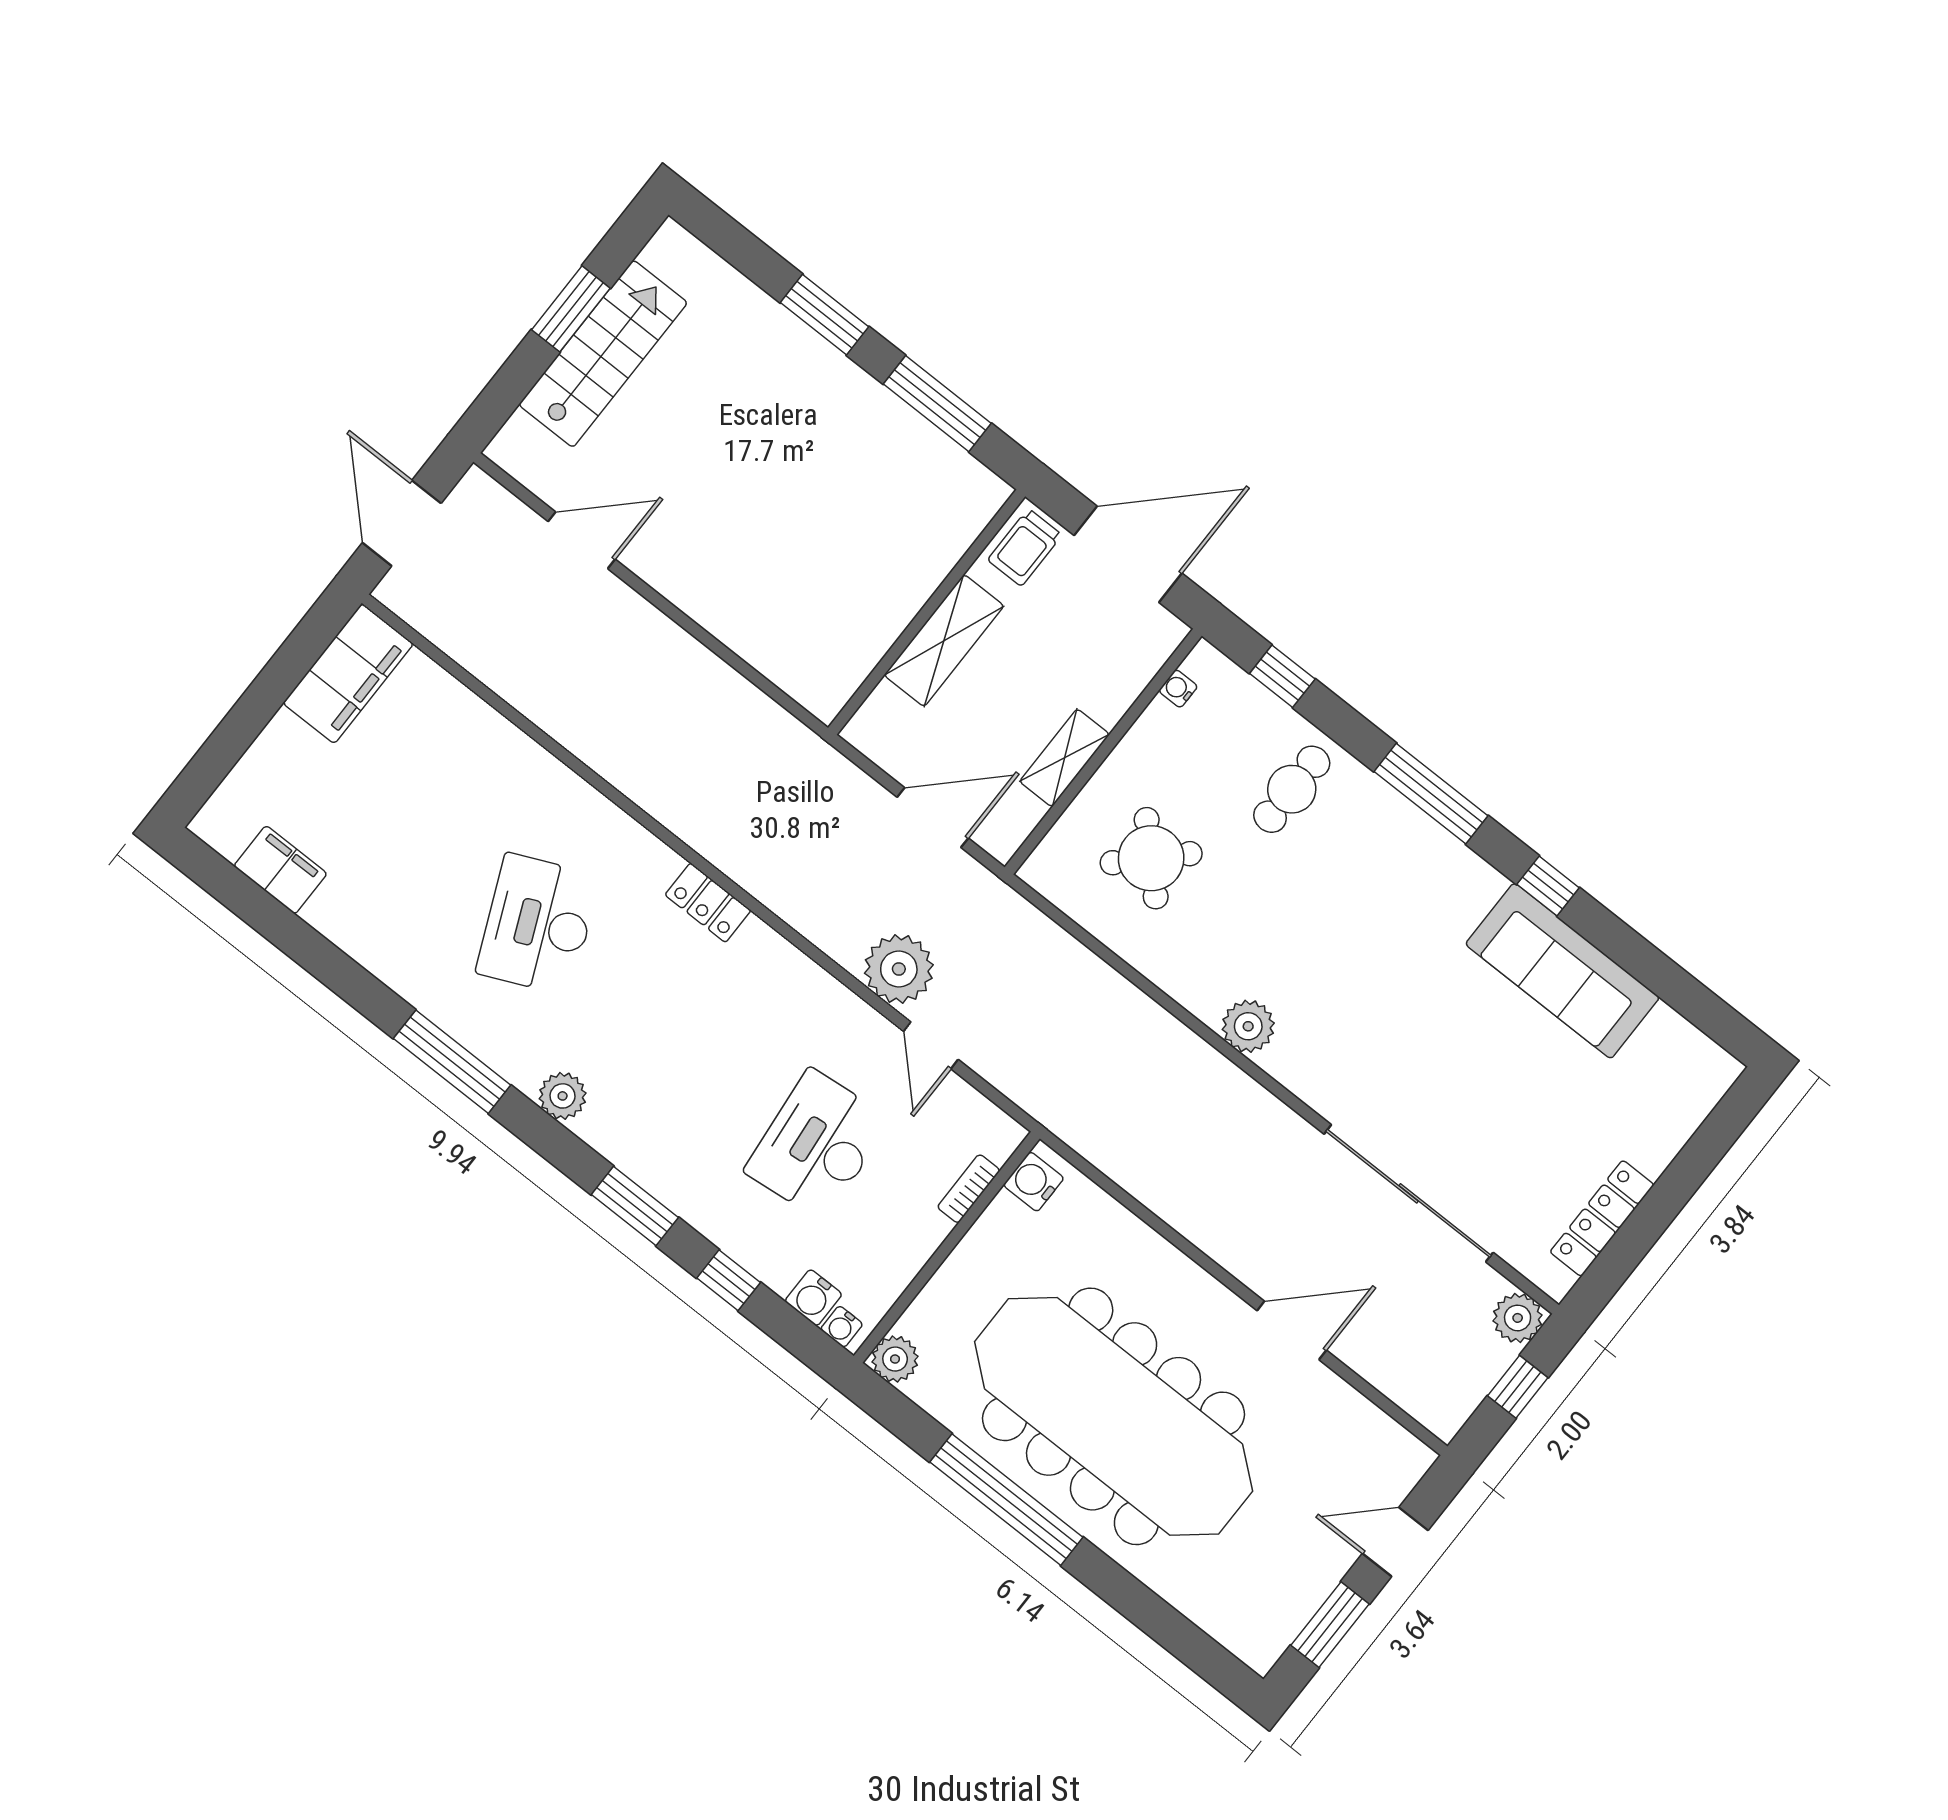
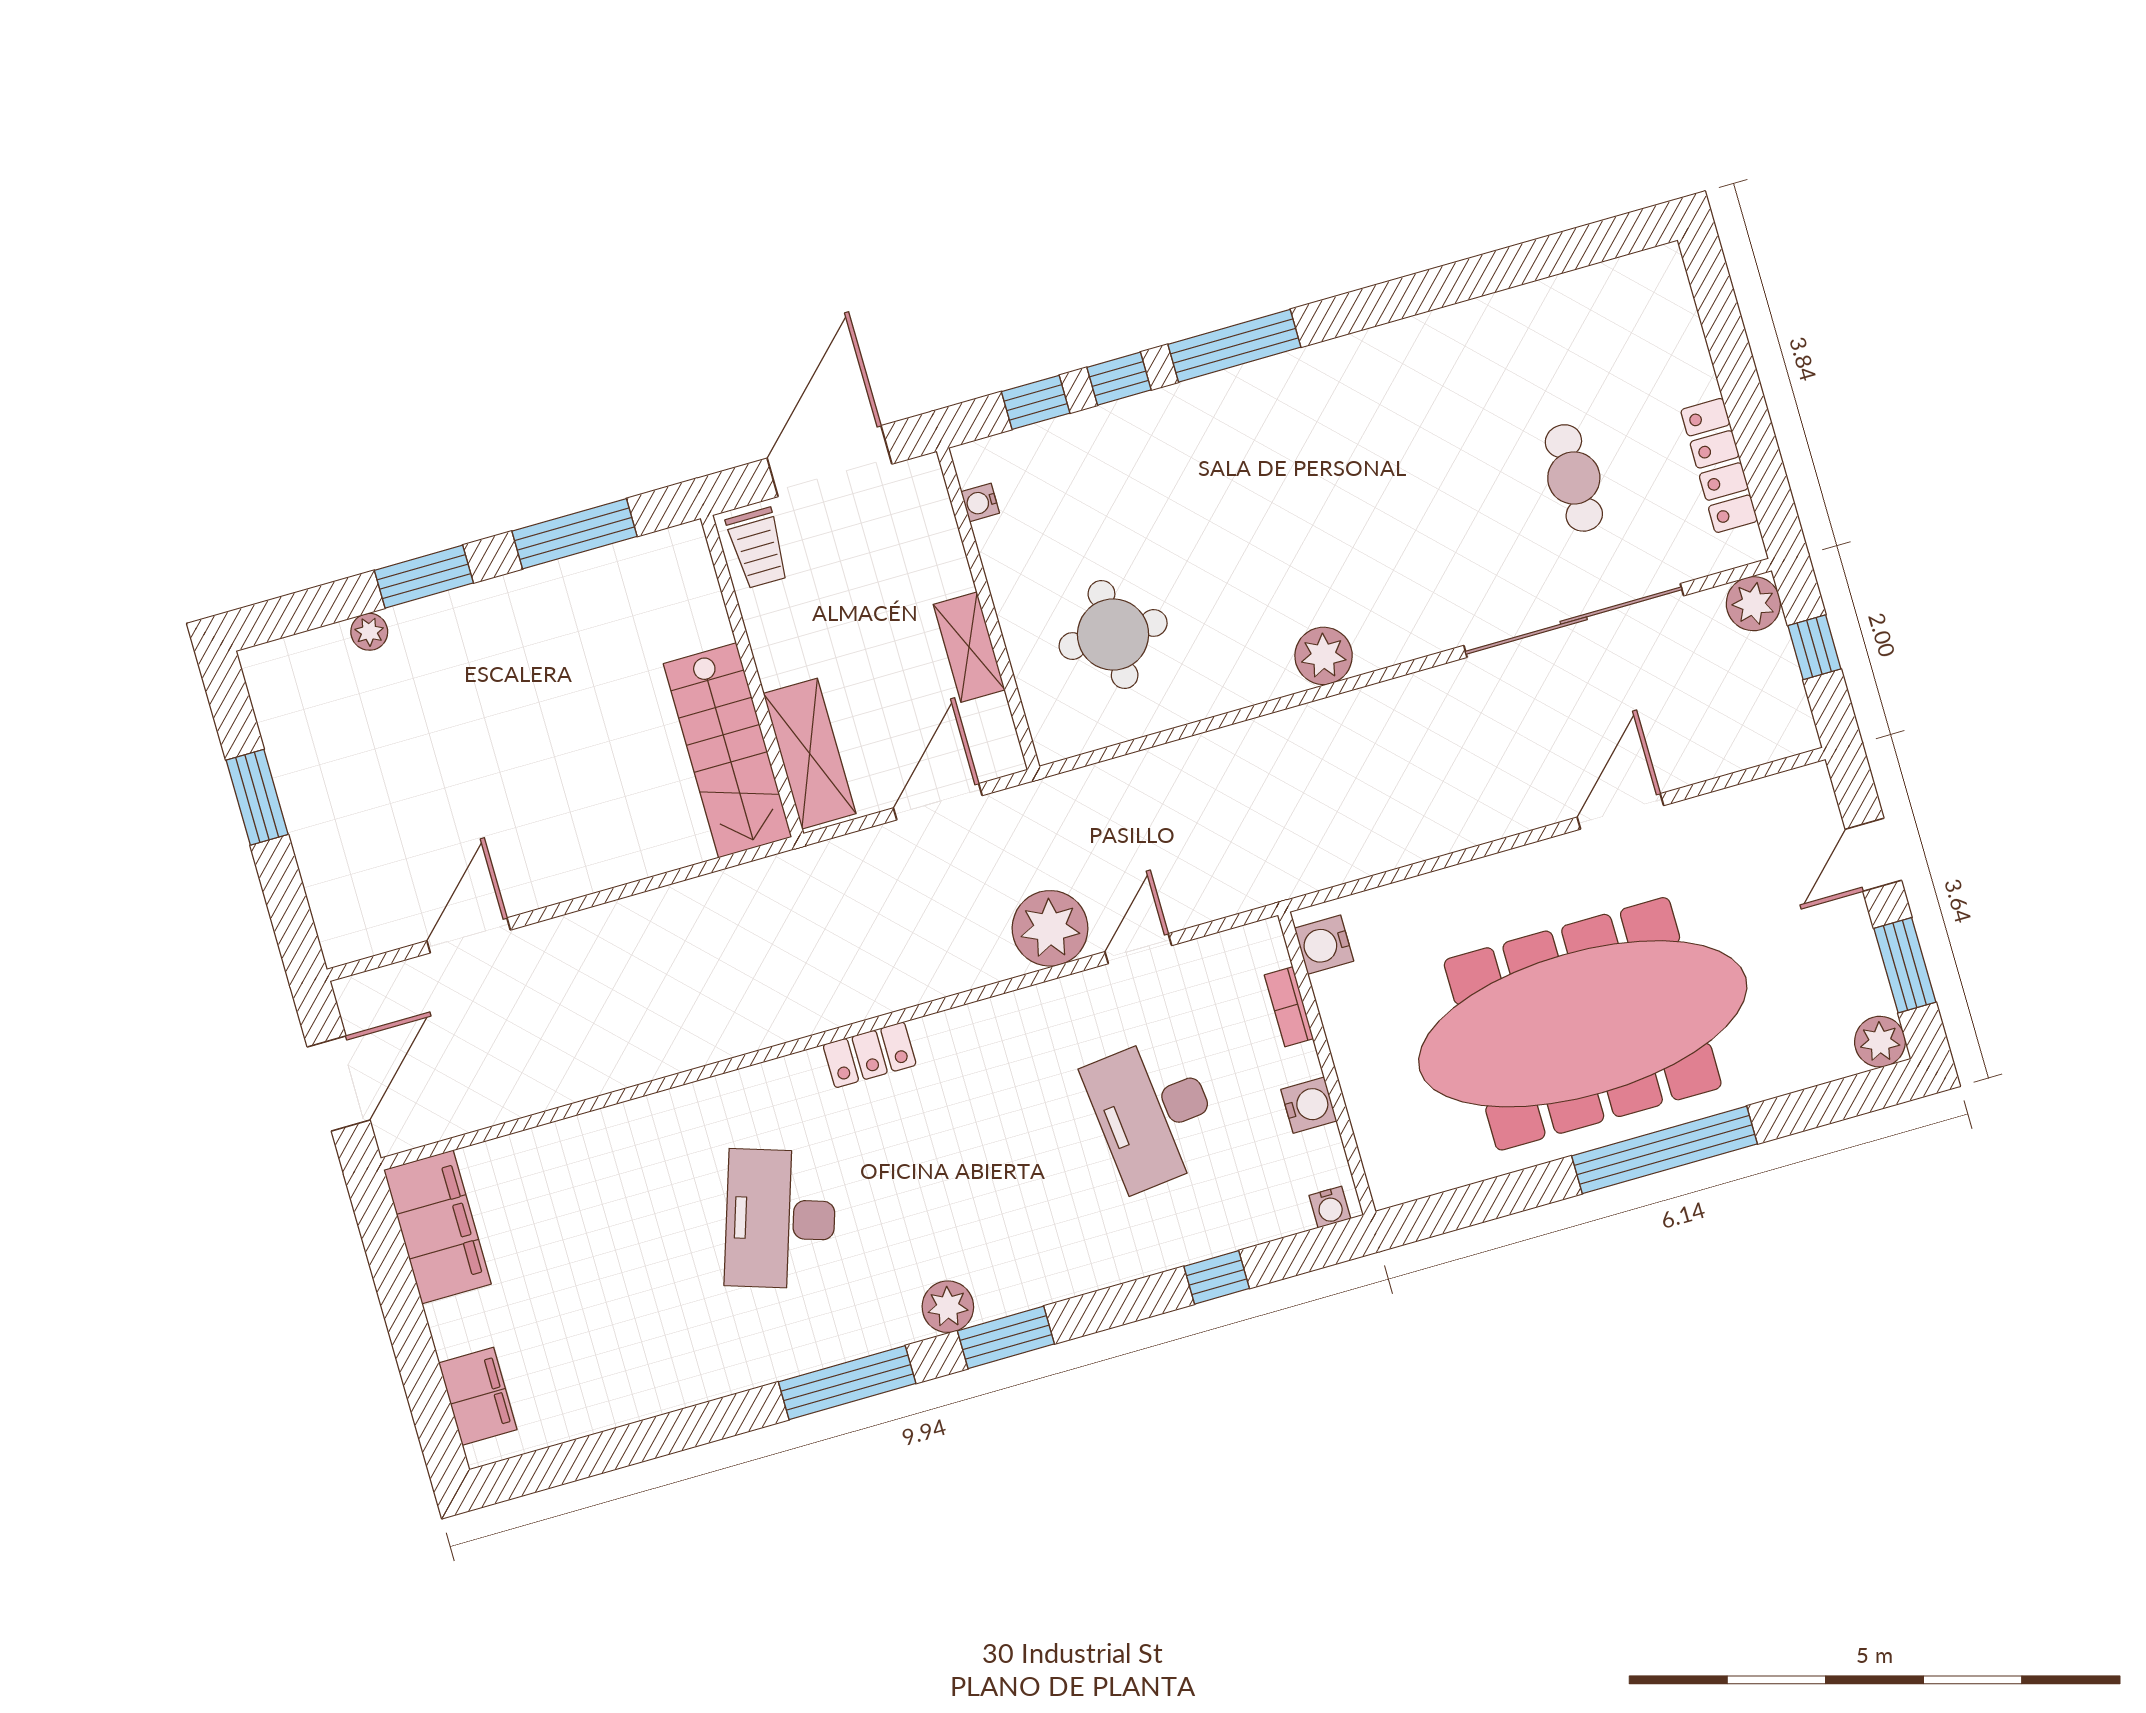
plant: (754, 304) -> (369, 632), added
stairs: (603, 354) -> (728, 750), moved, turned 180
door: (402, 523) -> (339, 1083), swing flipped
shelving: (944, 641) -> (810, 754), moved
cafe table: (1292, 789) -> (1574, 478), moved
round table: (1151, 858) -> (1113, 634), turned 45
filing cabinet: (280, 870) -> (478, 1396), moved, turned 90
window: (1548, 886) -> (1119, 379), moved
desk: (538, 924) -> (780, 1219), turned 42
sofa: (1562, 971) -> (1475, 343), removed
door: (931, 1045) -> (1138, 949), swing flipped
window: (635, 1206) -> (1006, 1337), moved
water cooler: (813, 1298) -> (1309, 1105), moved, turned -90
plant: (895, 1359) -> (1880, 1042), moved
window: (1006, 1500) -> (1665, 1150), moved

